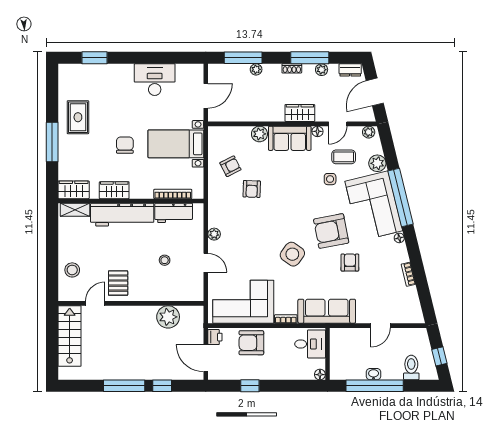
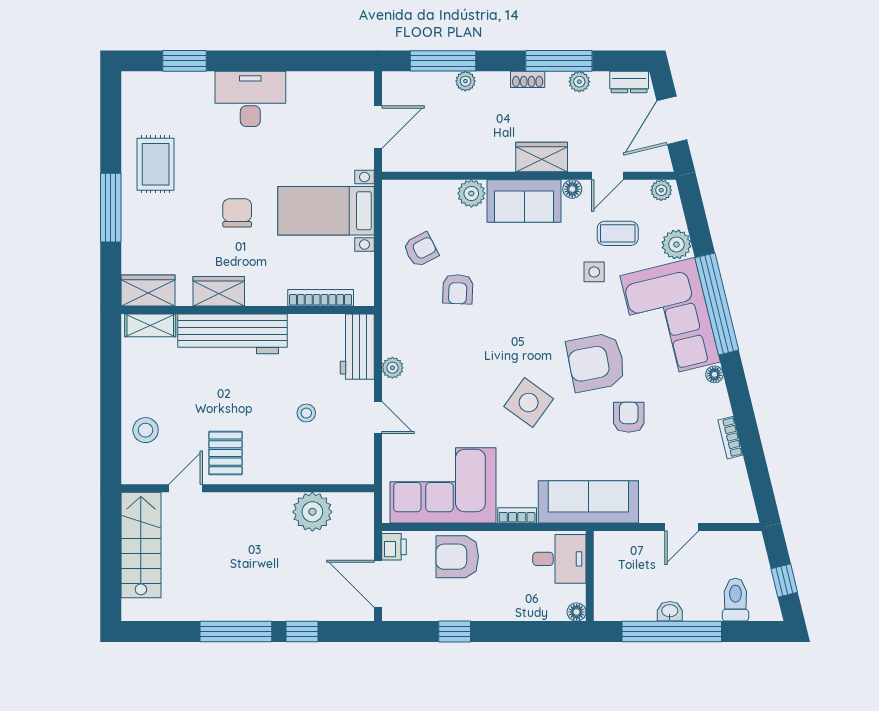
desk: (155, 80) -> (250, 99), moved
workbench: (174, 213) -> (357, 347), moved, turned 90

